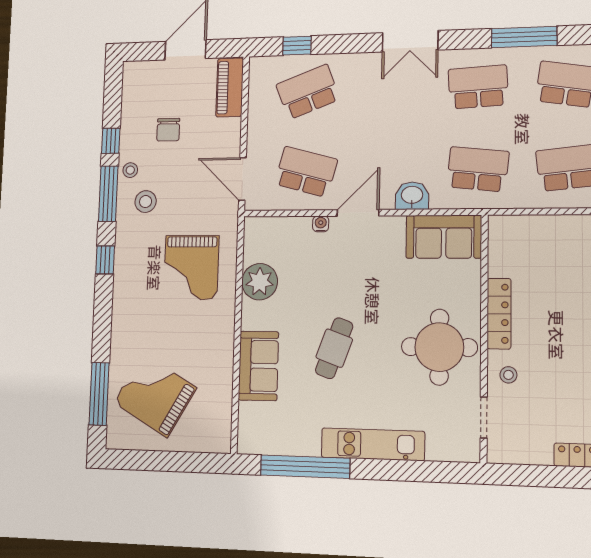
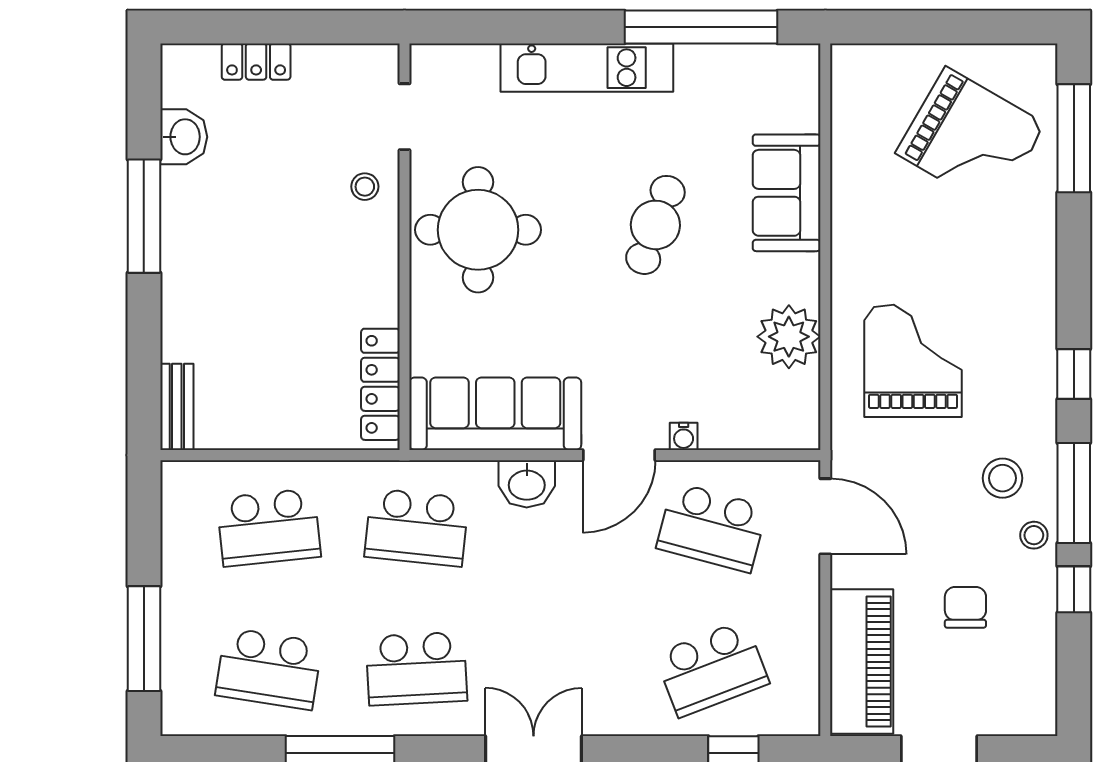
piano: (230, 87) -> (862, 662), width x1.37, depth x1.33
sofa: (444, 237) -> (495, 414), width x1.36
locker: (499, 314) -> (380, 384), moved

